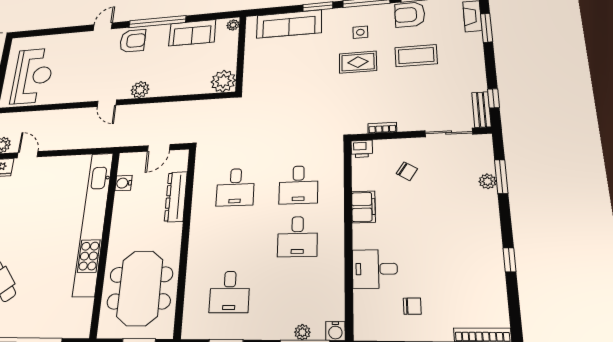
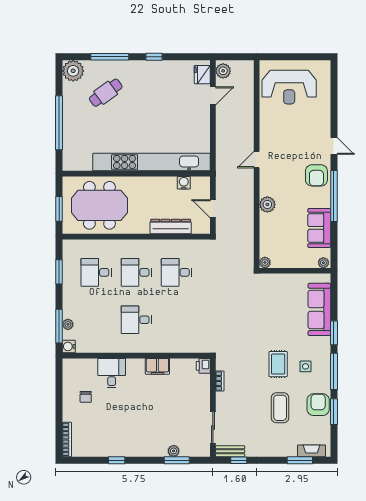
plant: (223, 81) -> (265, 262), width x0.53, depth x0.53
plant: (140, 90) -> (267, 204), moved
chair: (407, 171) -> (184, 397), removed
desk: (298, 185) -> (136, 272), moved

